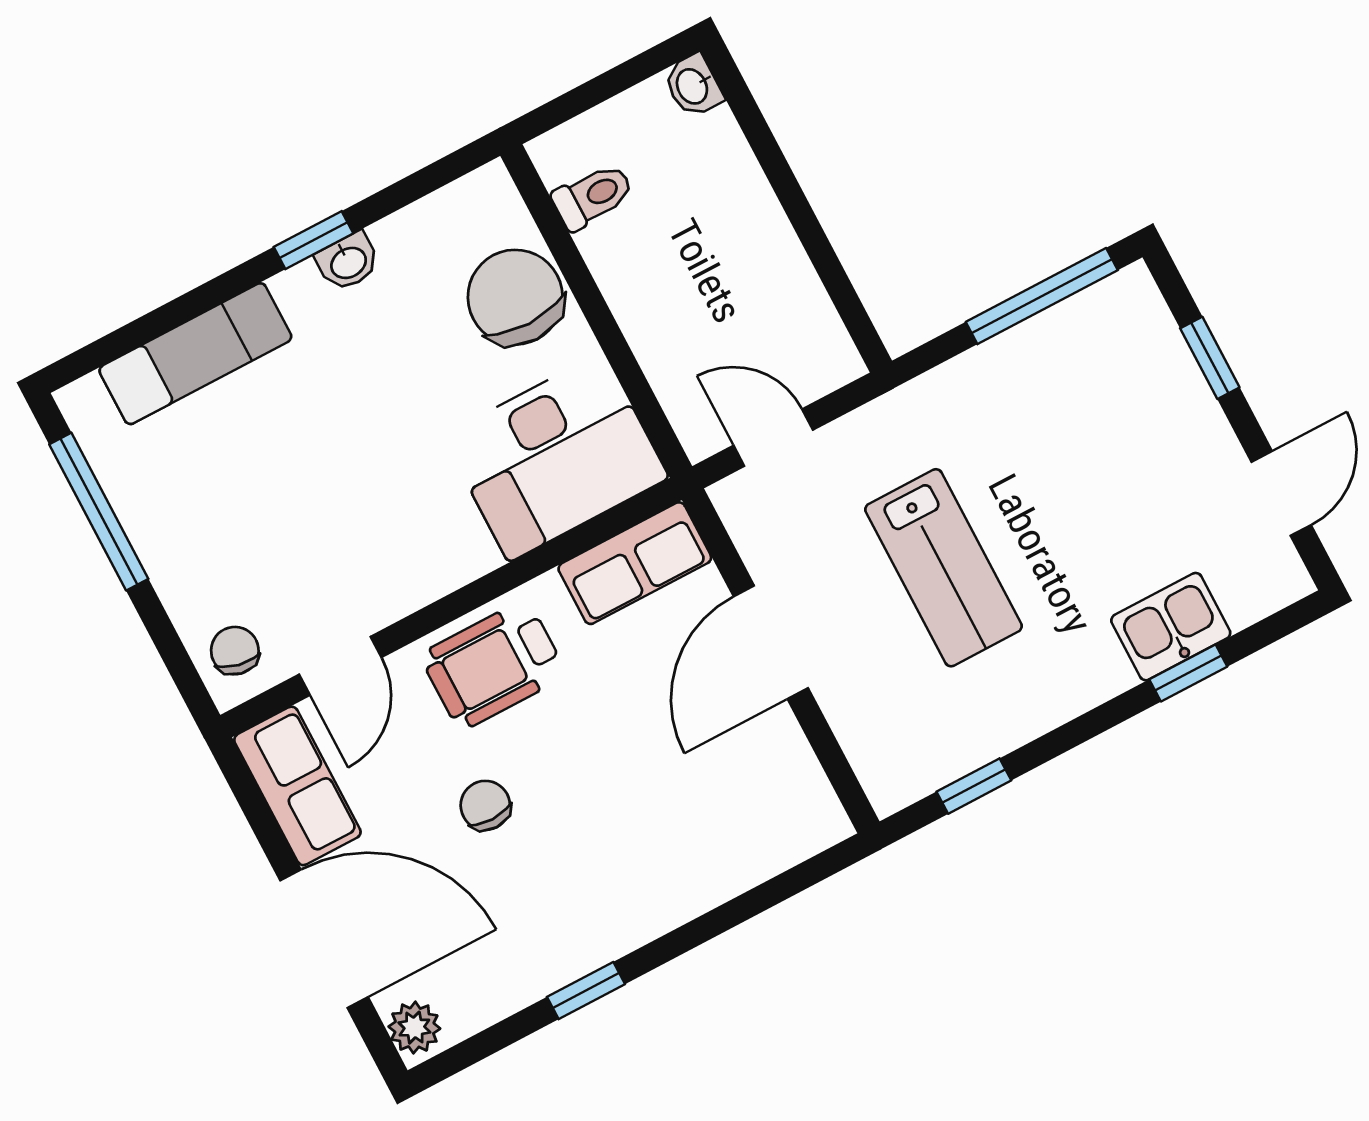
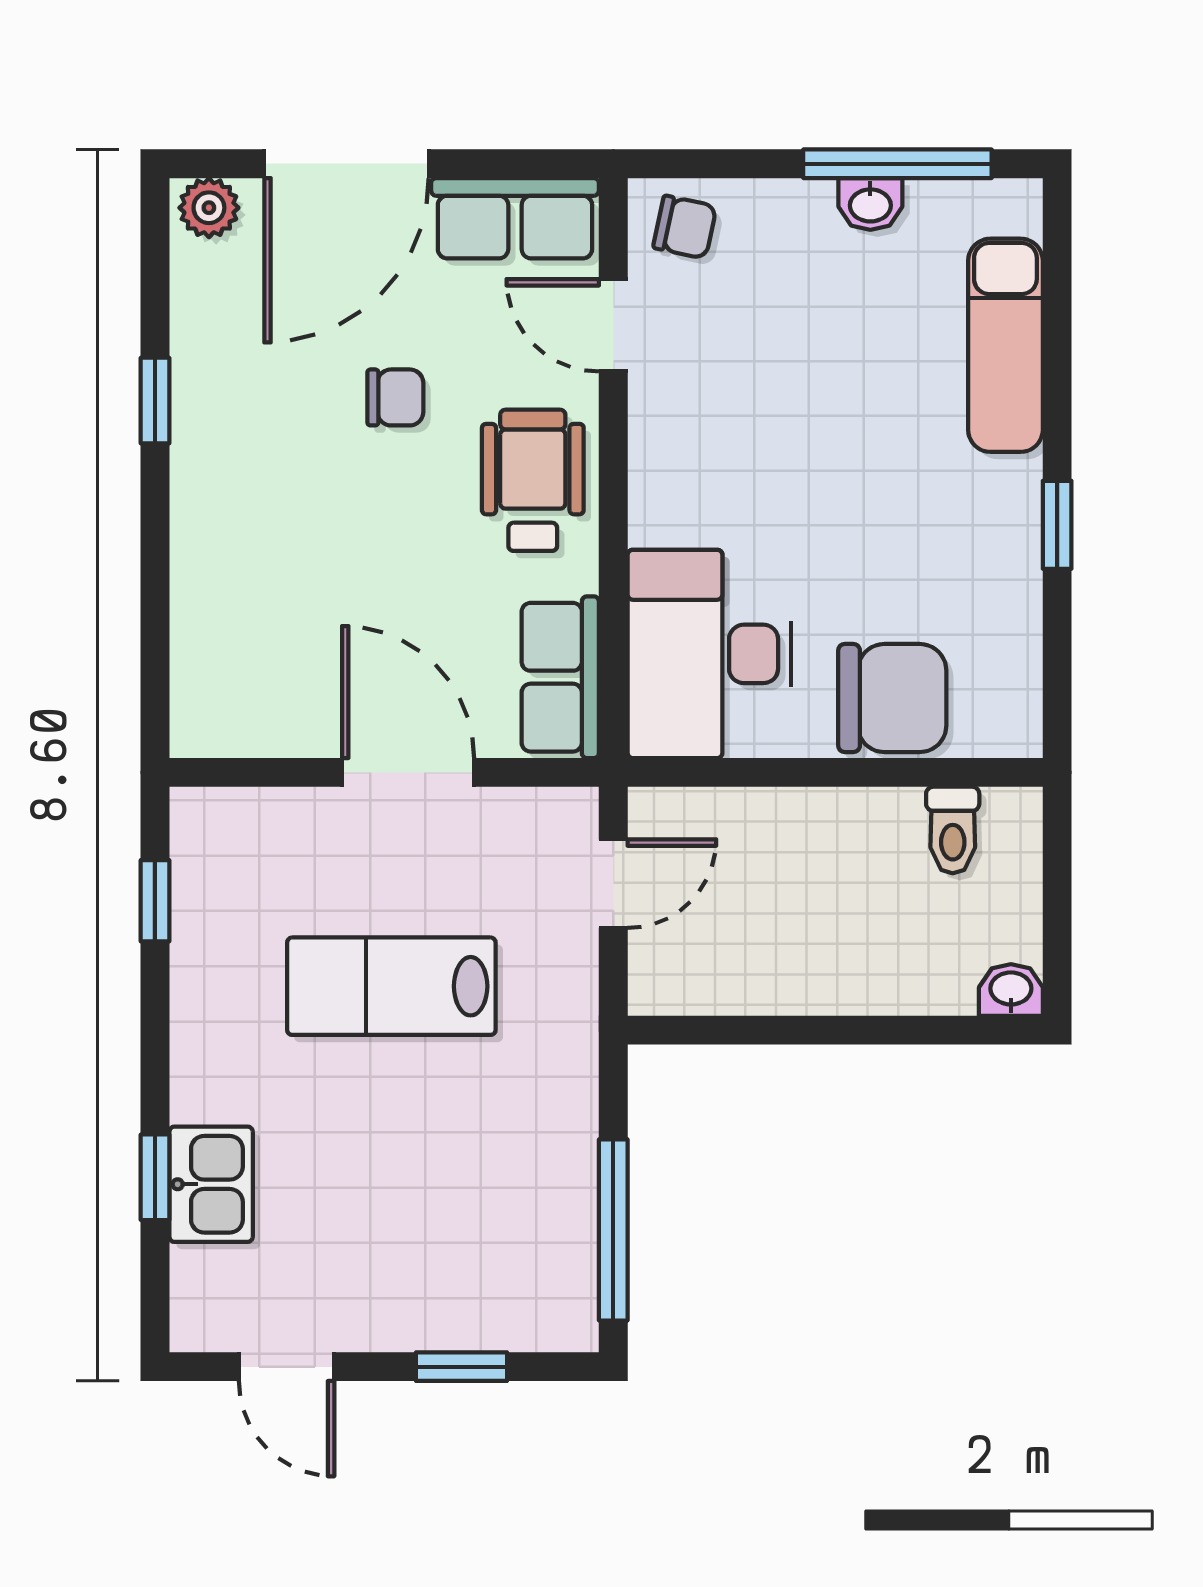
washbasin: (348, 262) -> (870, 204), moved, turned -90

